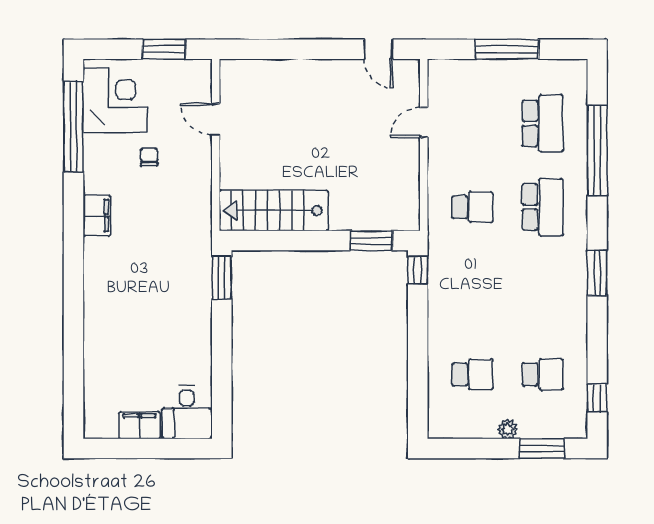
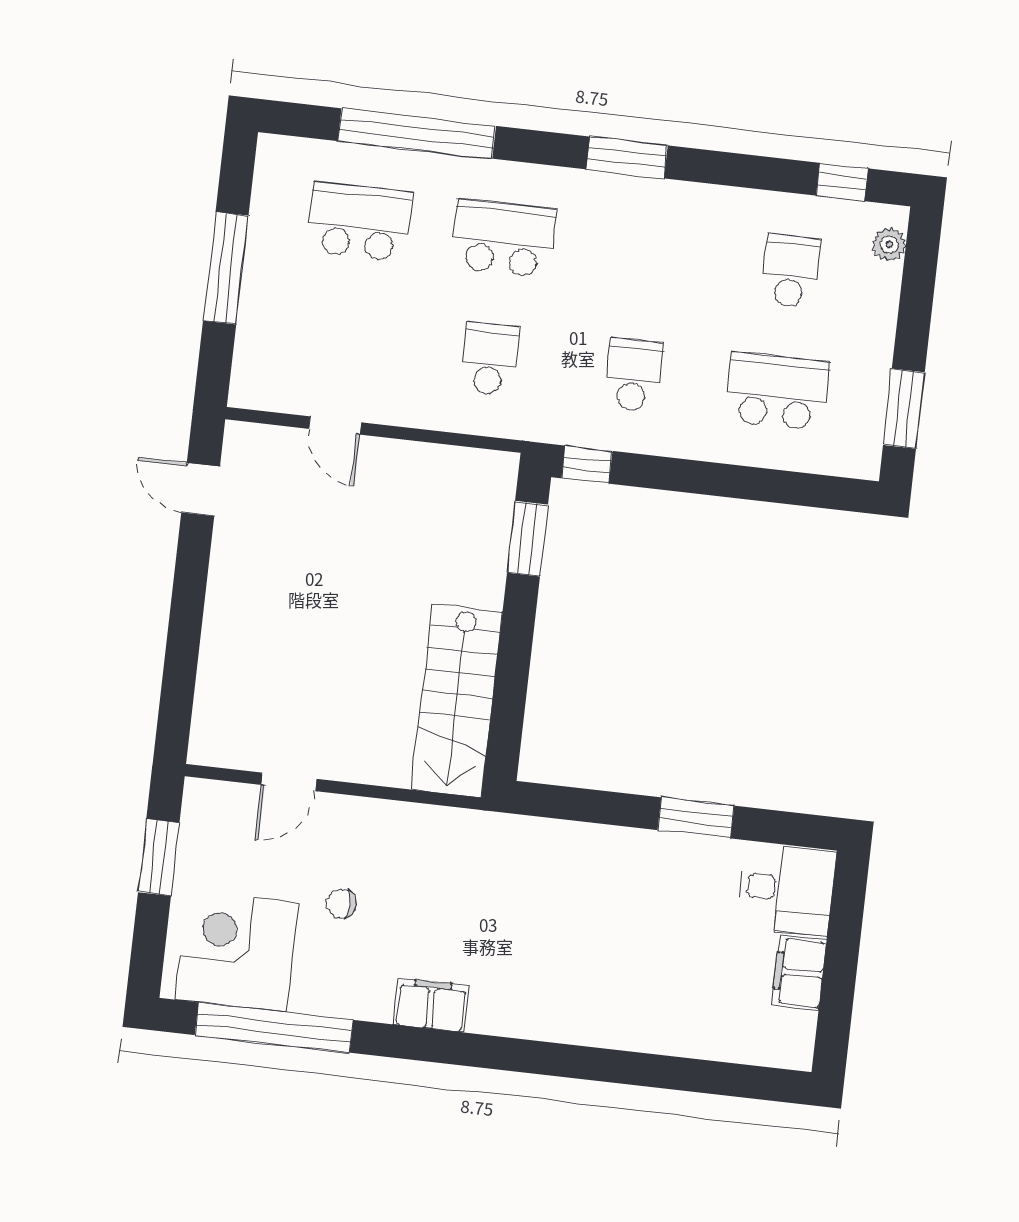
door: (378, 49) -> (201, 489), swing flipped
window: (222, 278) -> (696, 818), moved
school desk: (472, 291) -> (633, 375), added
school desk: (472, 374) -> (777, 391), width x1.85
plant: (508, 429) -> (889, 244), moved
window: (542, 449) -> (904, 409), moved

